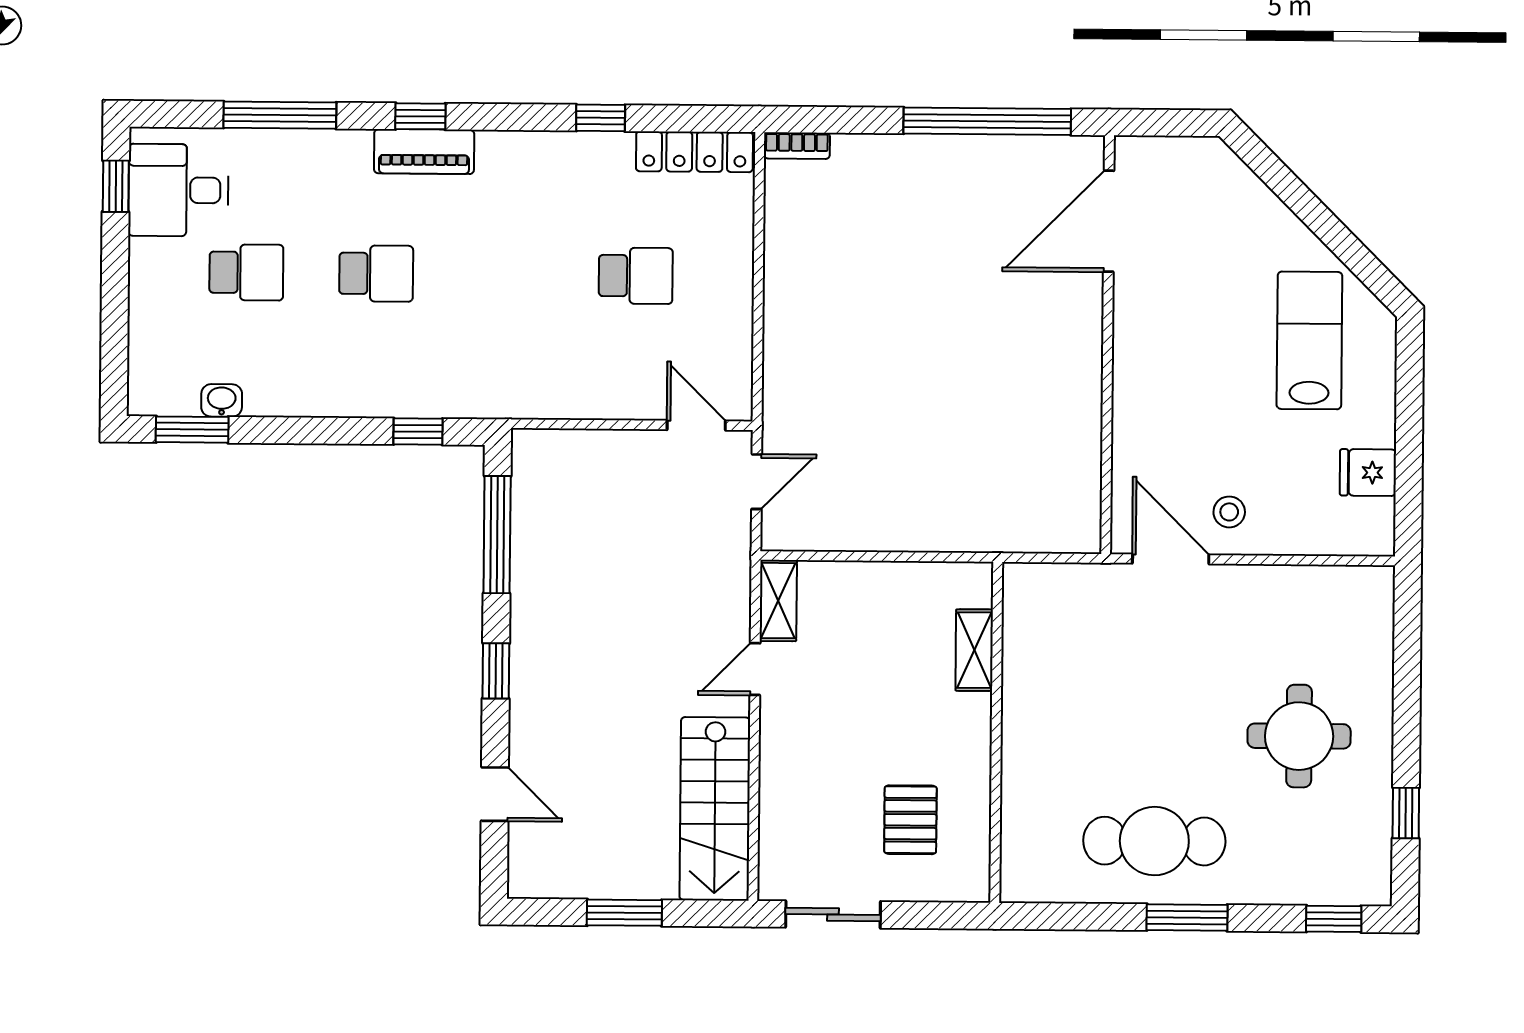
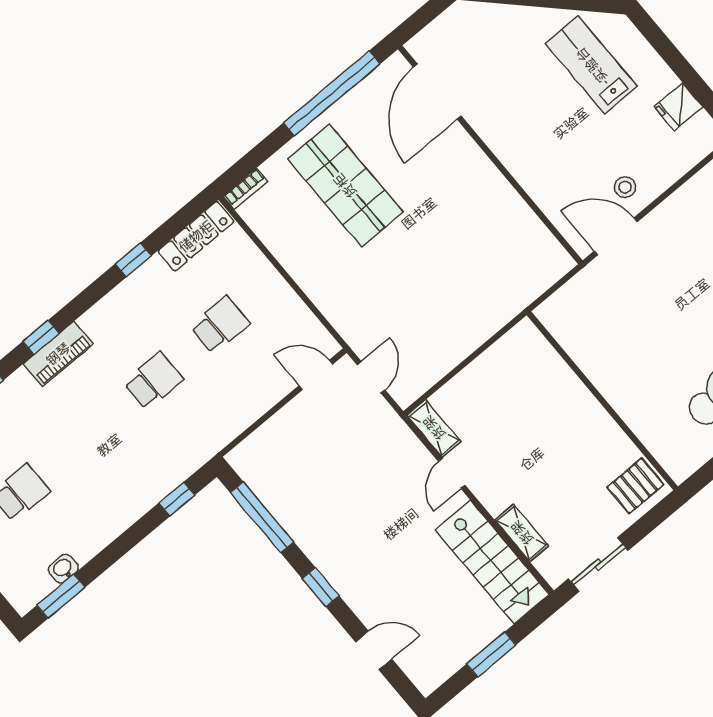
shop shelf: (913, 239) -> (345, 186), added
school desk: (376, 274) -> (153, 381), moved
shelving: (974, 650) -> (522, 533), moved
pallet: (910, 820) -> (635, 486), moved, turned 90

